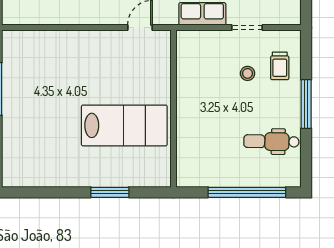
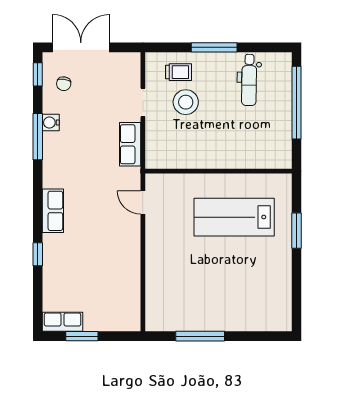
stool: (248, 73) -> (186, 102), width x1.89, depth x1.89
lab bench: (124, 125) -> (234, 217), turned -90

